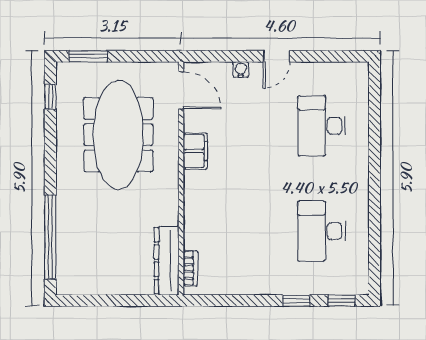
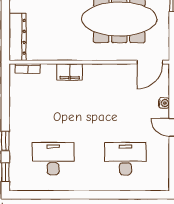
filing cabinet: (195, 151) -> (70, 72), moved
dresser: (167, 261) -> (18, 37), moved, turned 90

